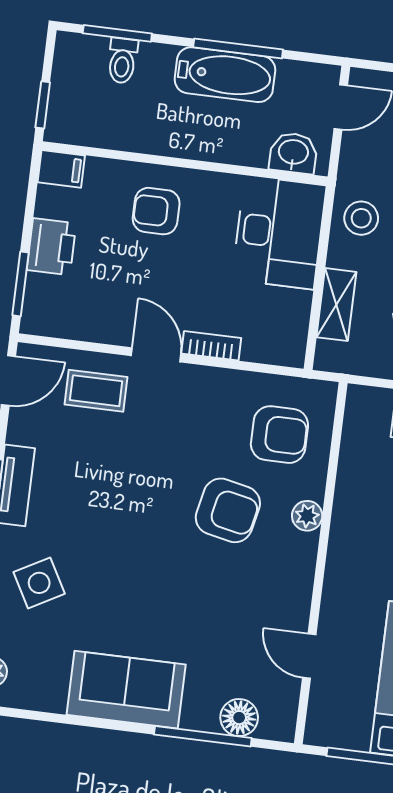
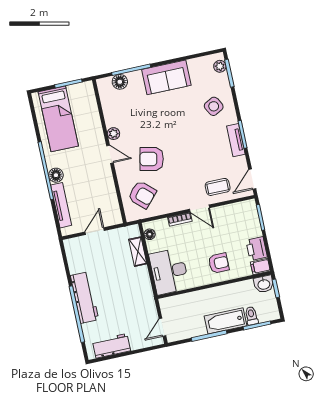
bathtub: (225, 75) -> (225, 321), moved
washbasin: (293, 153) -> (264, 284), moved
stool: (361, 218) -> (140, 288), removed
printer: (51, 247) -> (256, 249), moved
floor lamp: (294, 335) -> (150, 234), added
armchair: (279, 435) -> (142, 195), turned -138
plant: (307, 516) -> (113, 134), moved
door: (309, 656) -> (110, 154), moved

